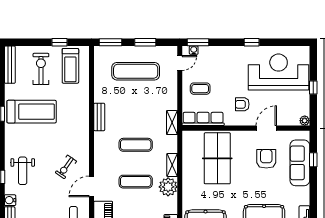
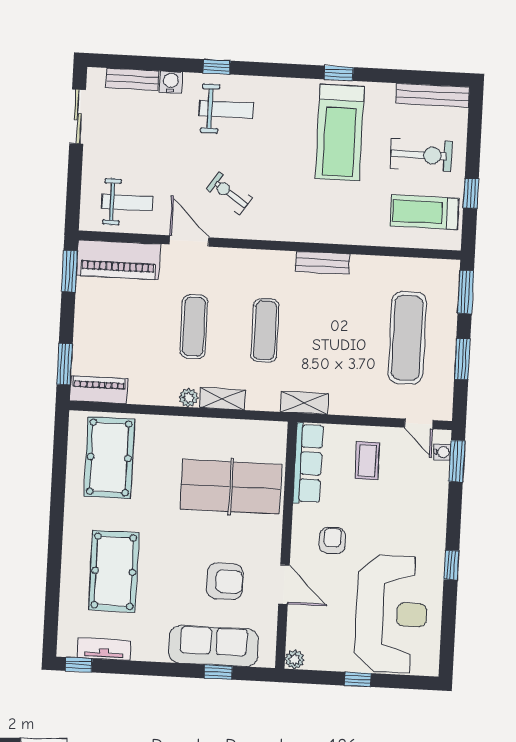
weight bench: (23, 171) -> (226, 109), turned 180
plant: (168, 187) -> (189, 398), width x0.53, depth x0.53

